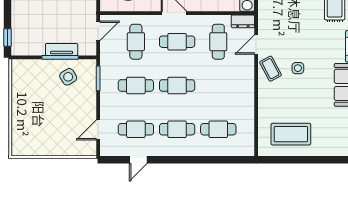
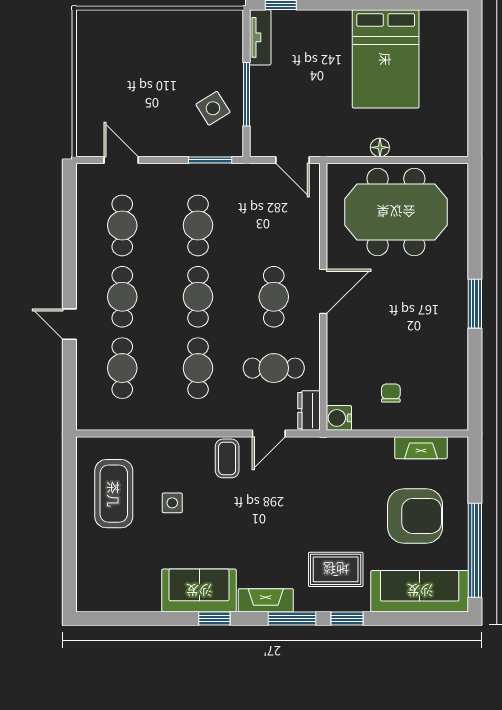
cafe table: (136, 42) -> (198, 368), moved, turned 90
door: (256, 45) -> (269, 434), swing flipped
tv unit: (62, 50) -> (260, 37), moved
side table: (298, 68) -> (172, 503), moved
coffee table: (271, 69) -> (227, 458), turned -62
door: (138, 160) -> (69, 324), moved

